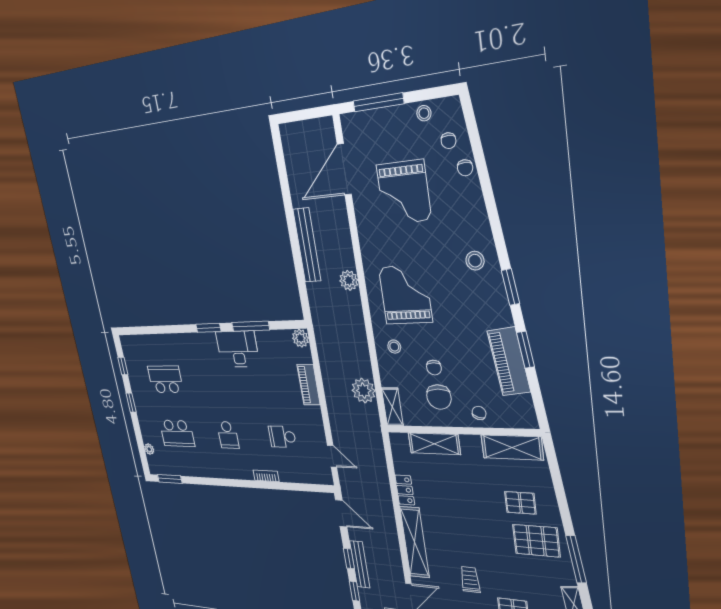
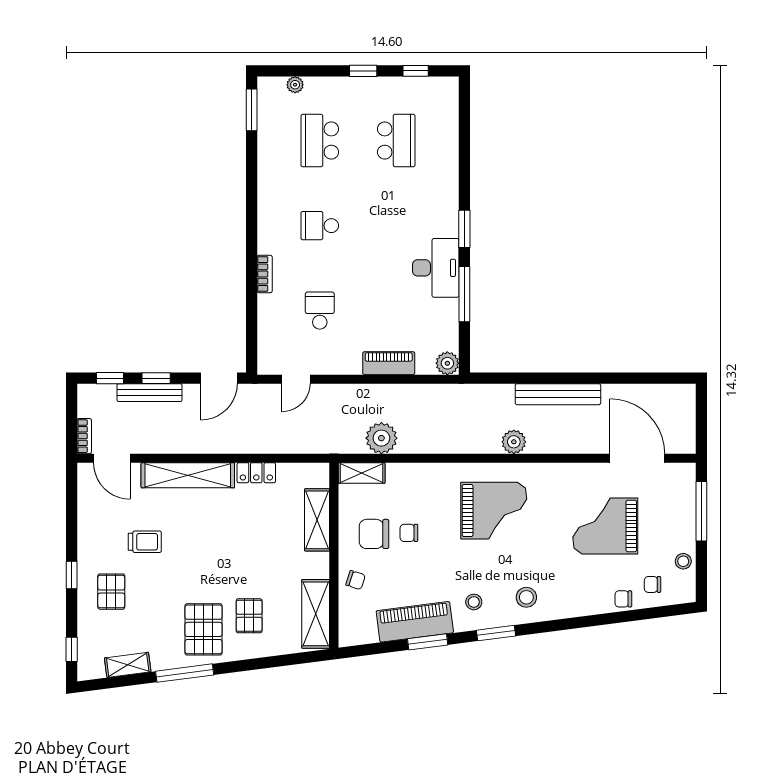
stool: (394, 347) -> (474, 602), moved

